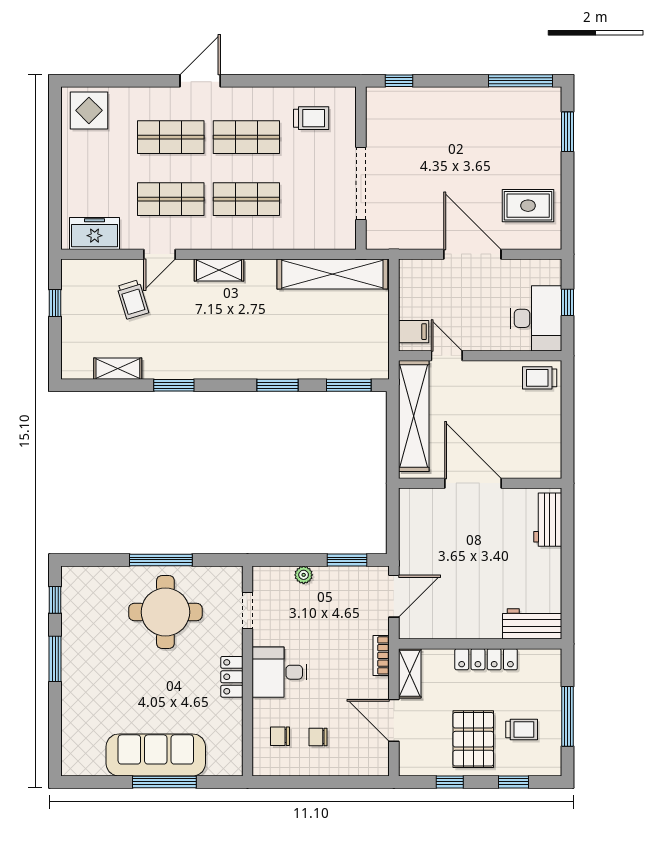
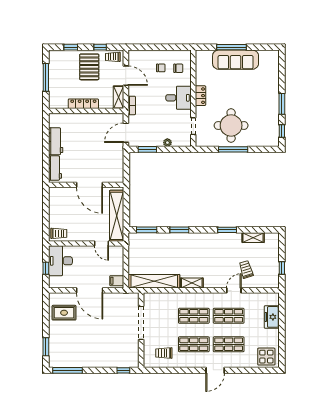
freezer: (95, 233) -> (272, 317), moved, turned 90
shelving: (219, 270) -> (192, 283), moved
filing cabinet: (414, 332) -> (117, 281), moved
workbench: (532, 624) -> (56, 141), moved, turned -90
trolley: (522, 730) -> (113, 57), moved

